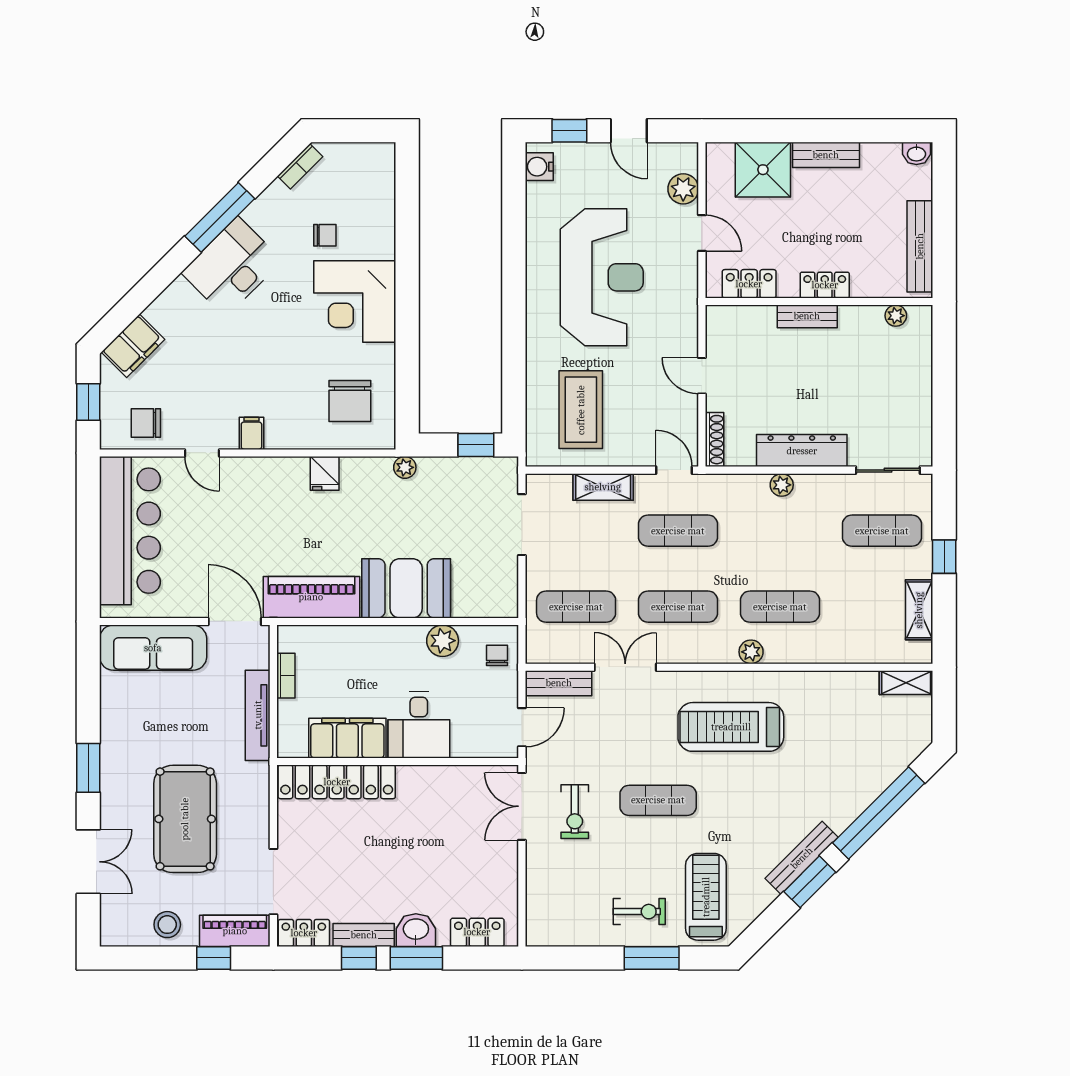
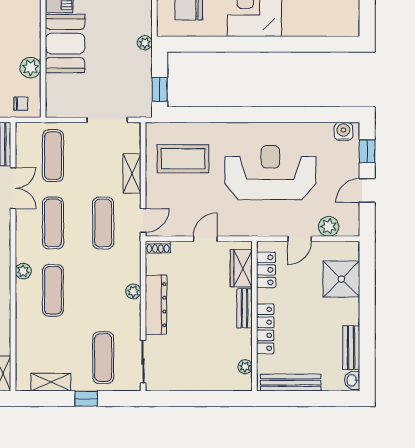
bench: (826, 155) -> (351, 348), moved
reception desk: (602, 277) -> (270, 173), turned 180
locker: (825, 285) -> (265, 329), width x1.53
wardrobe: (747, 321) -> (241, 268), added
shoe rack: (715, 440) -> (158, 247), width x0.70

